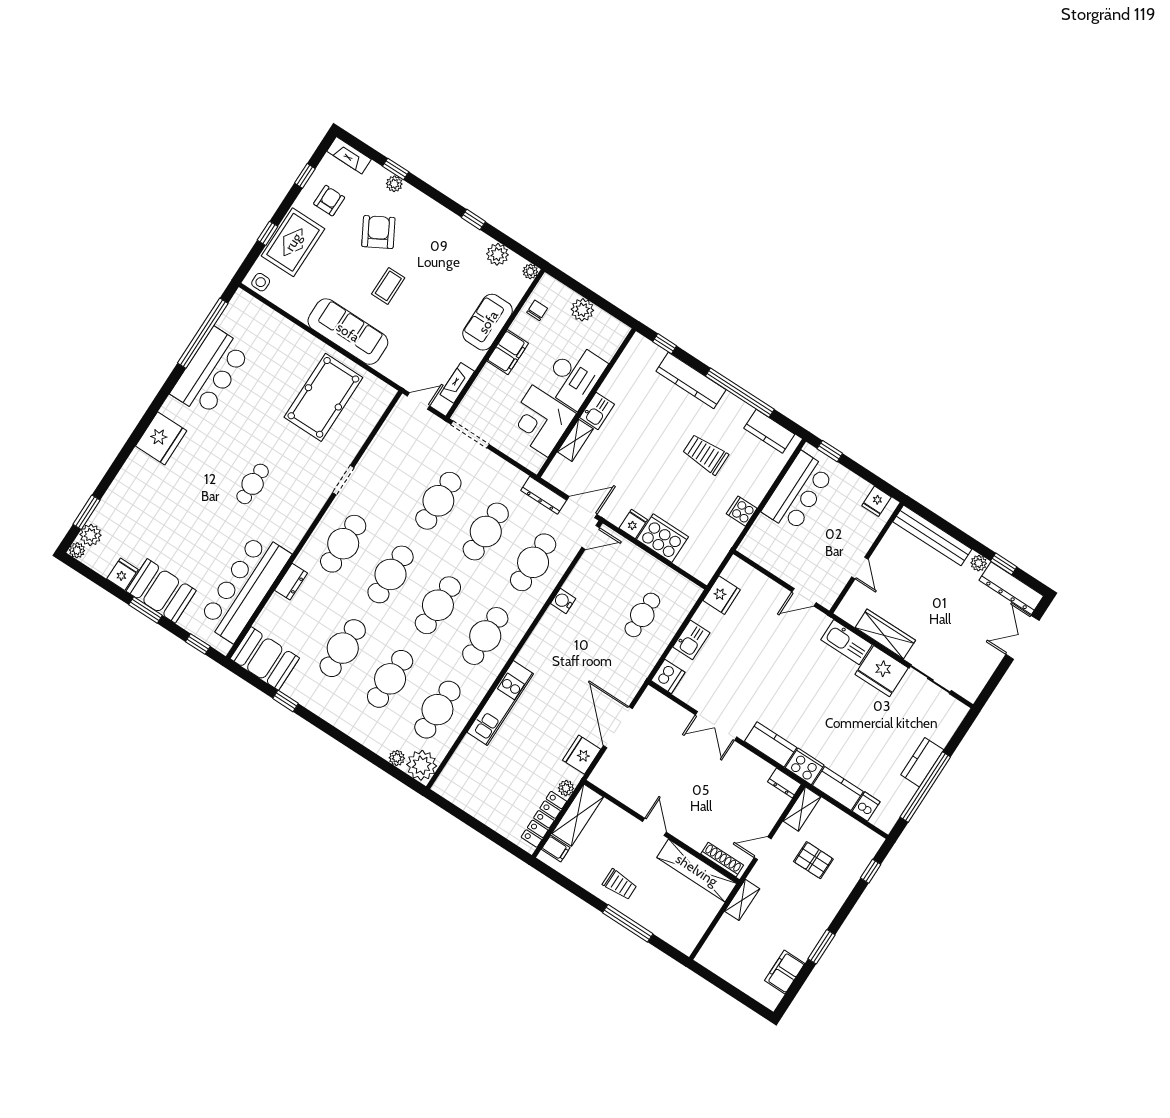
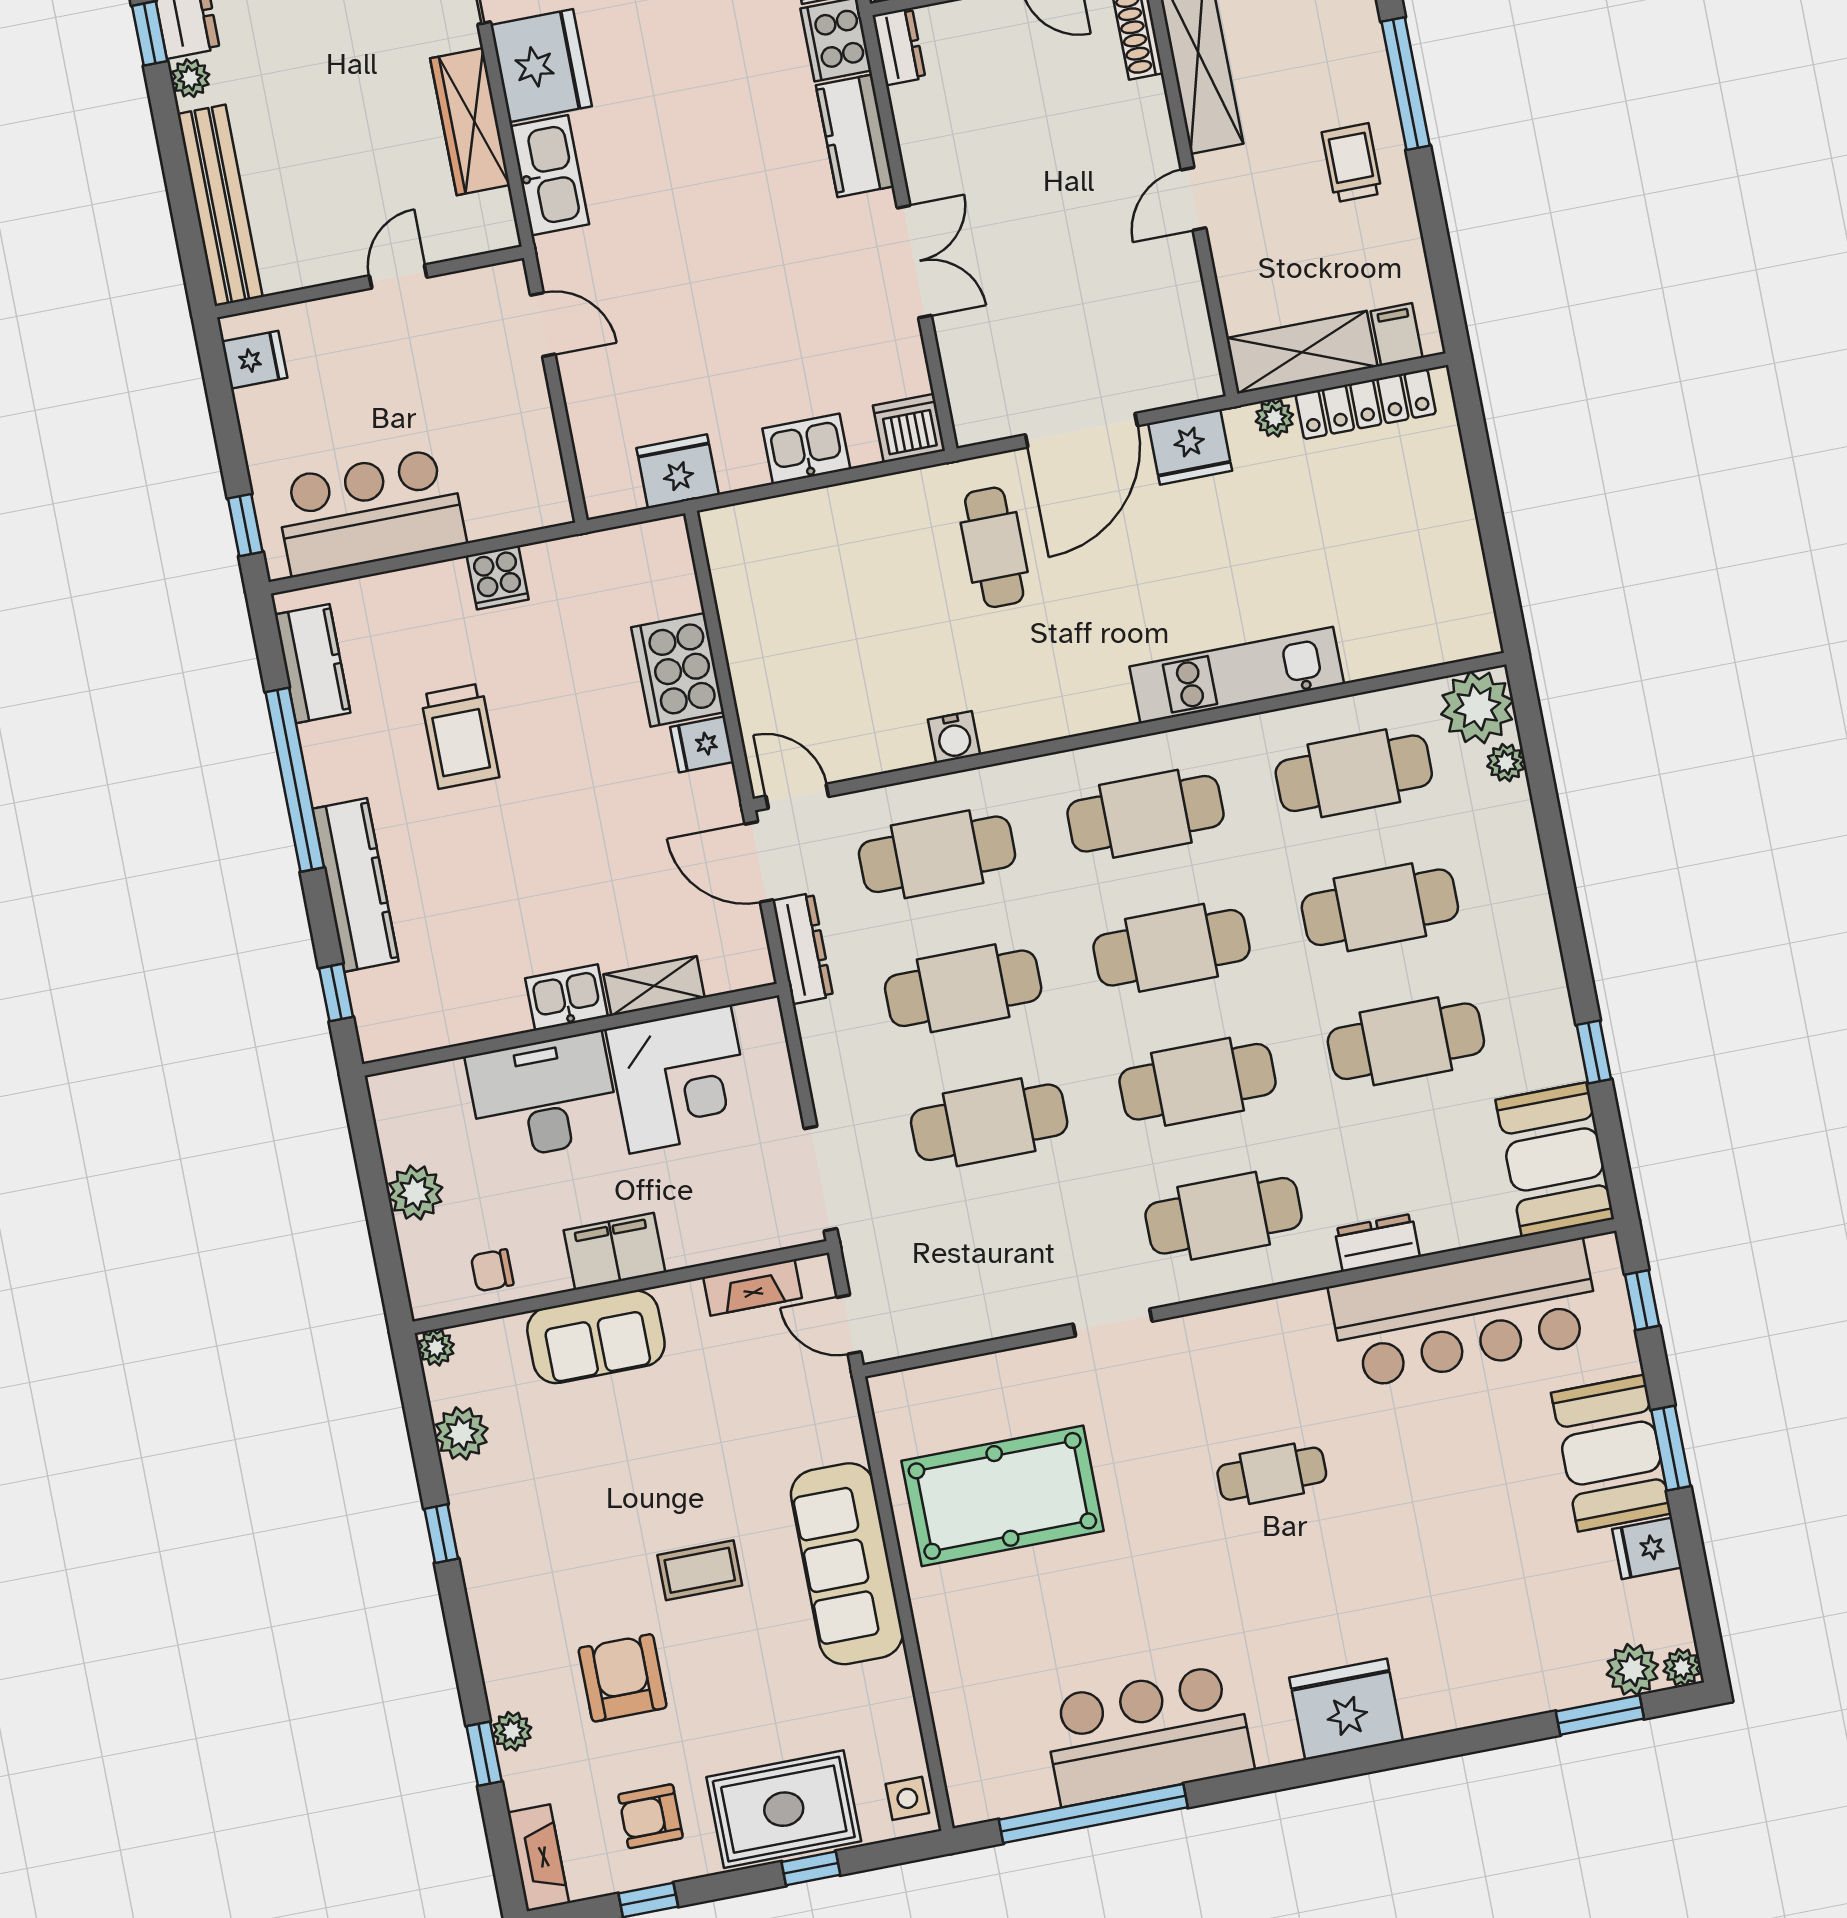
armchair: (378, 232) -> (623, 1678), turned 119
cafe table: (642, 615) -> (994, 547), moved, turned 90

